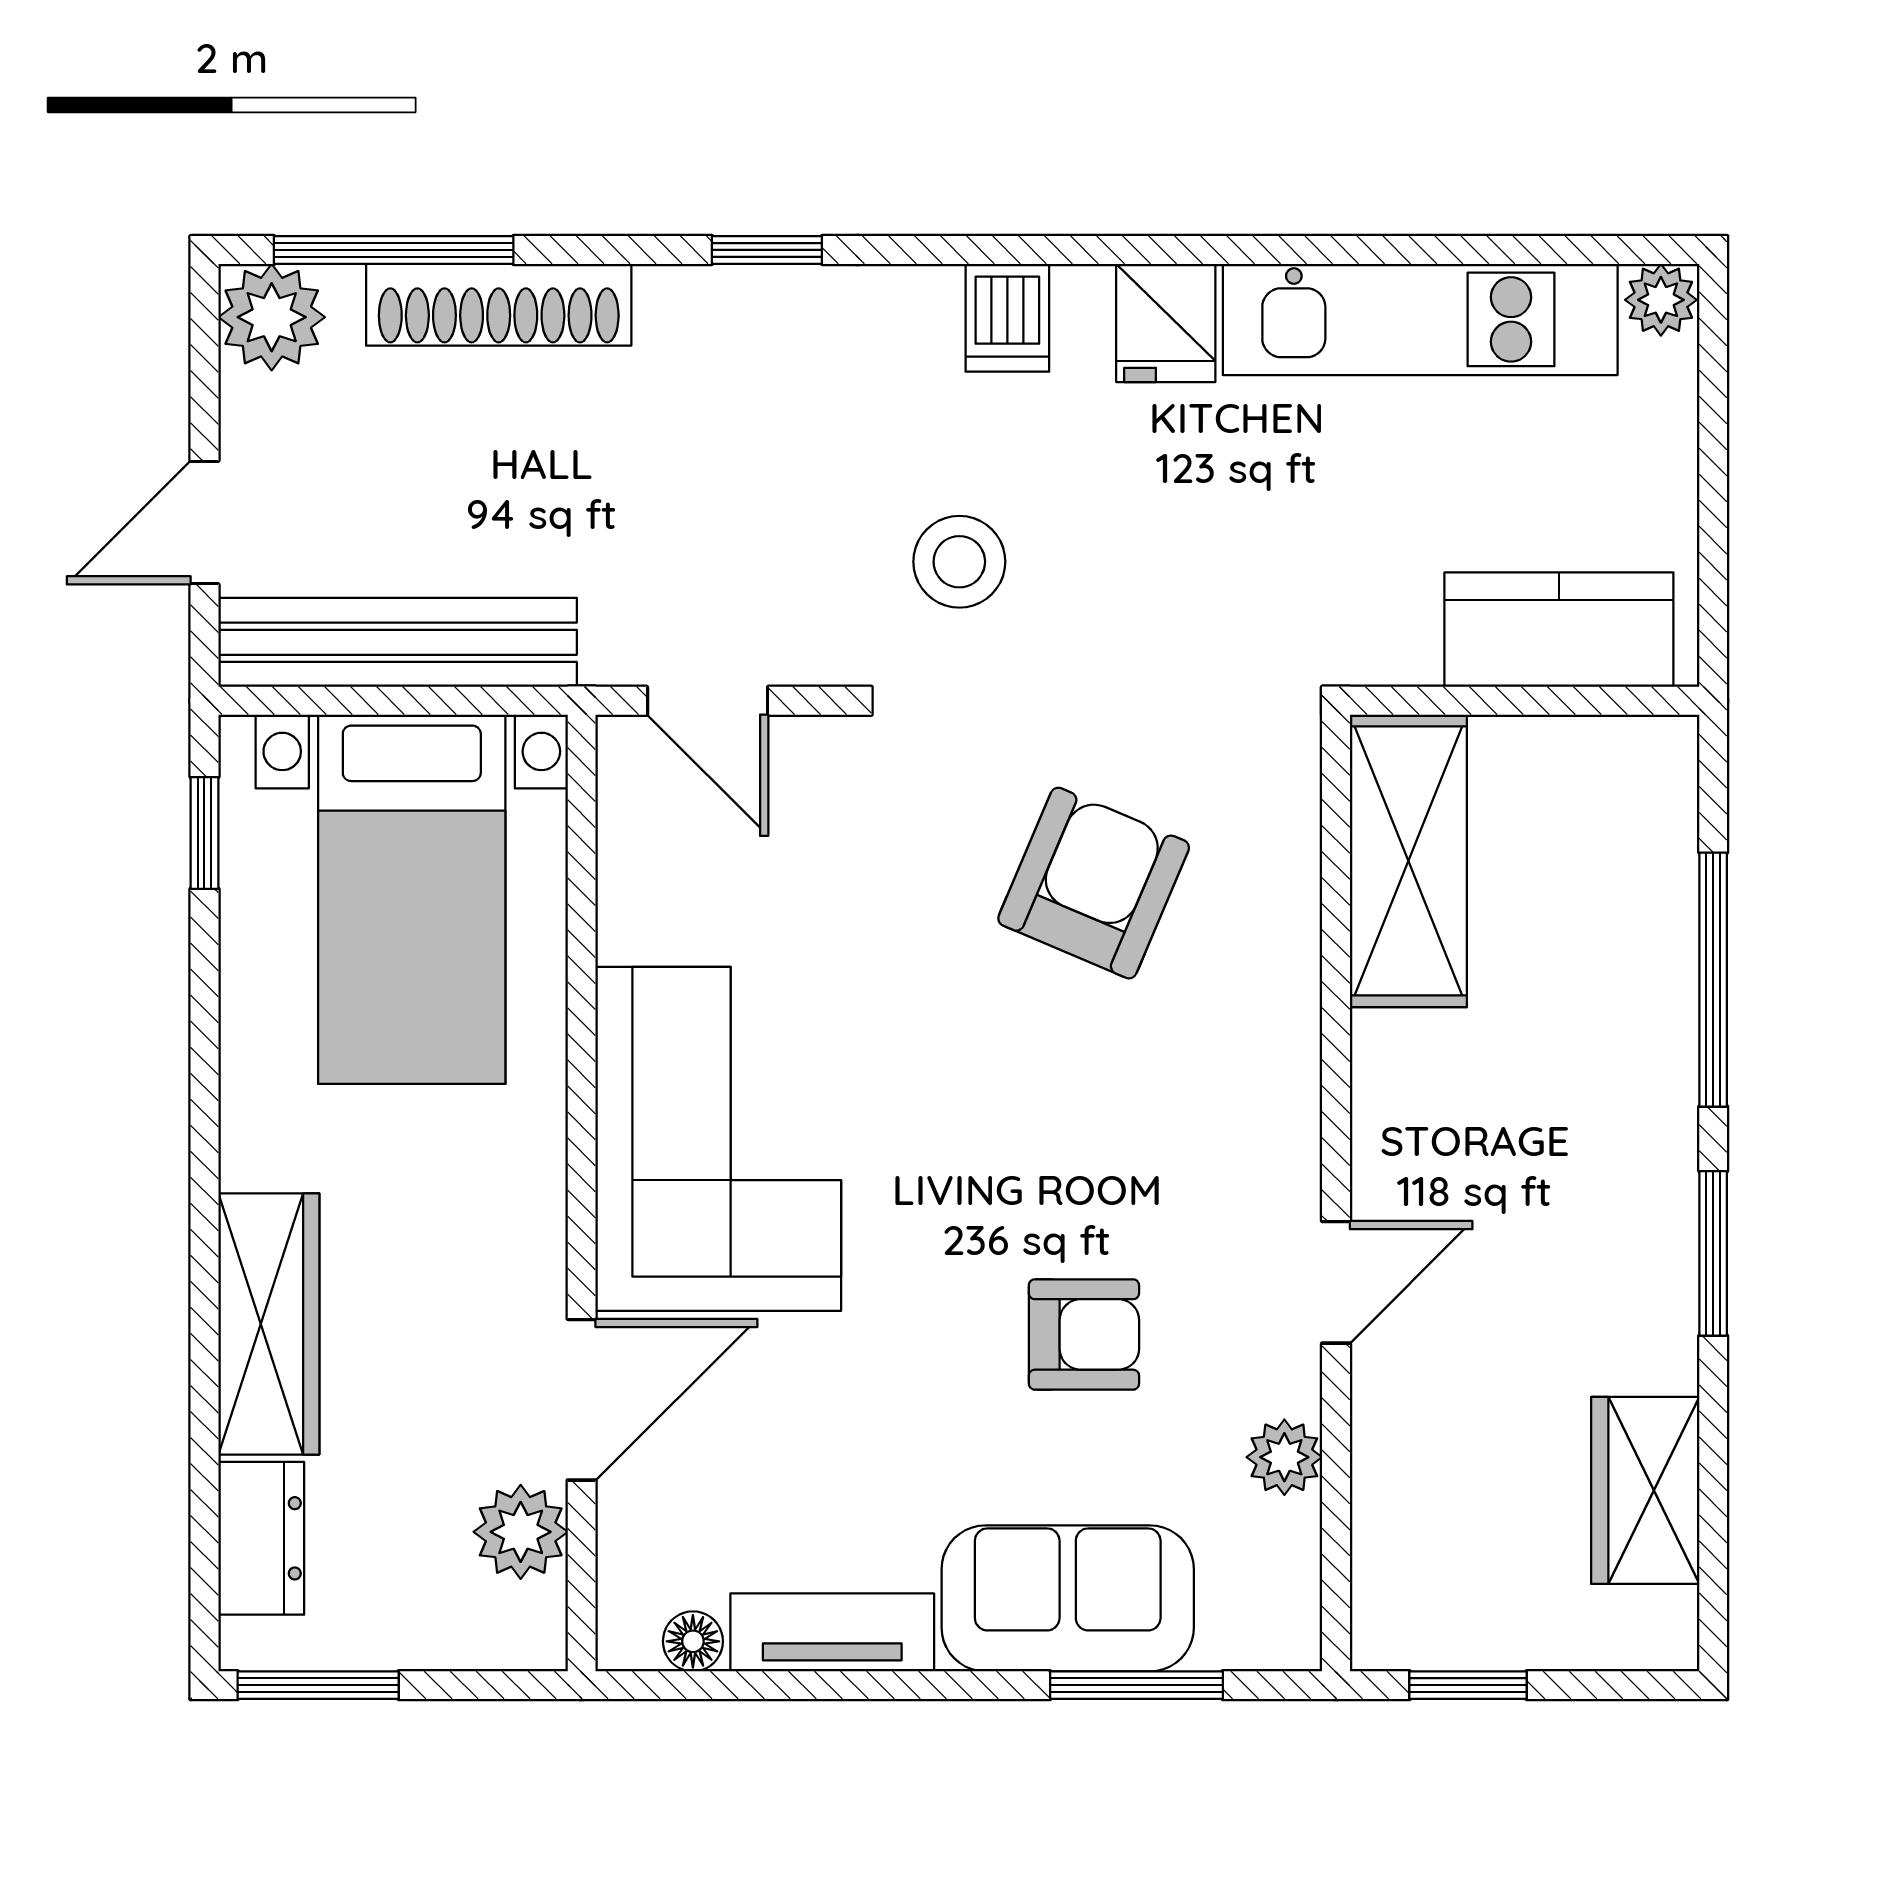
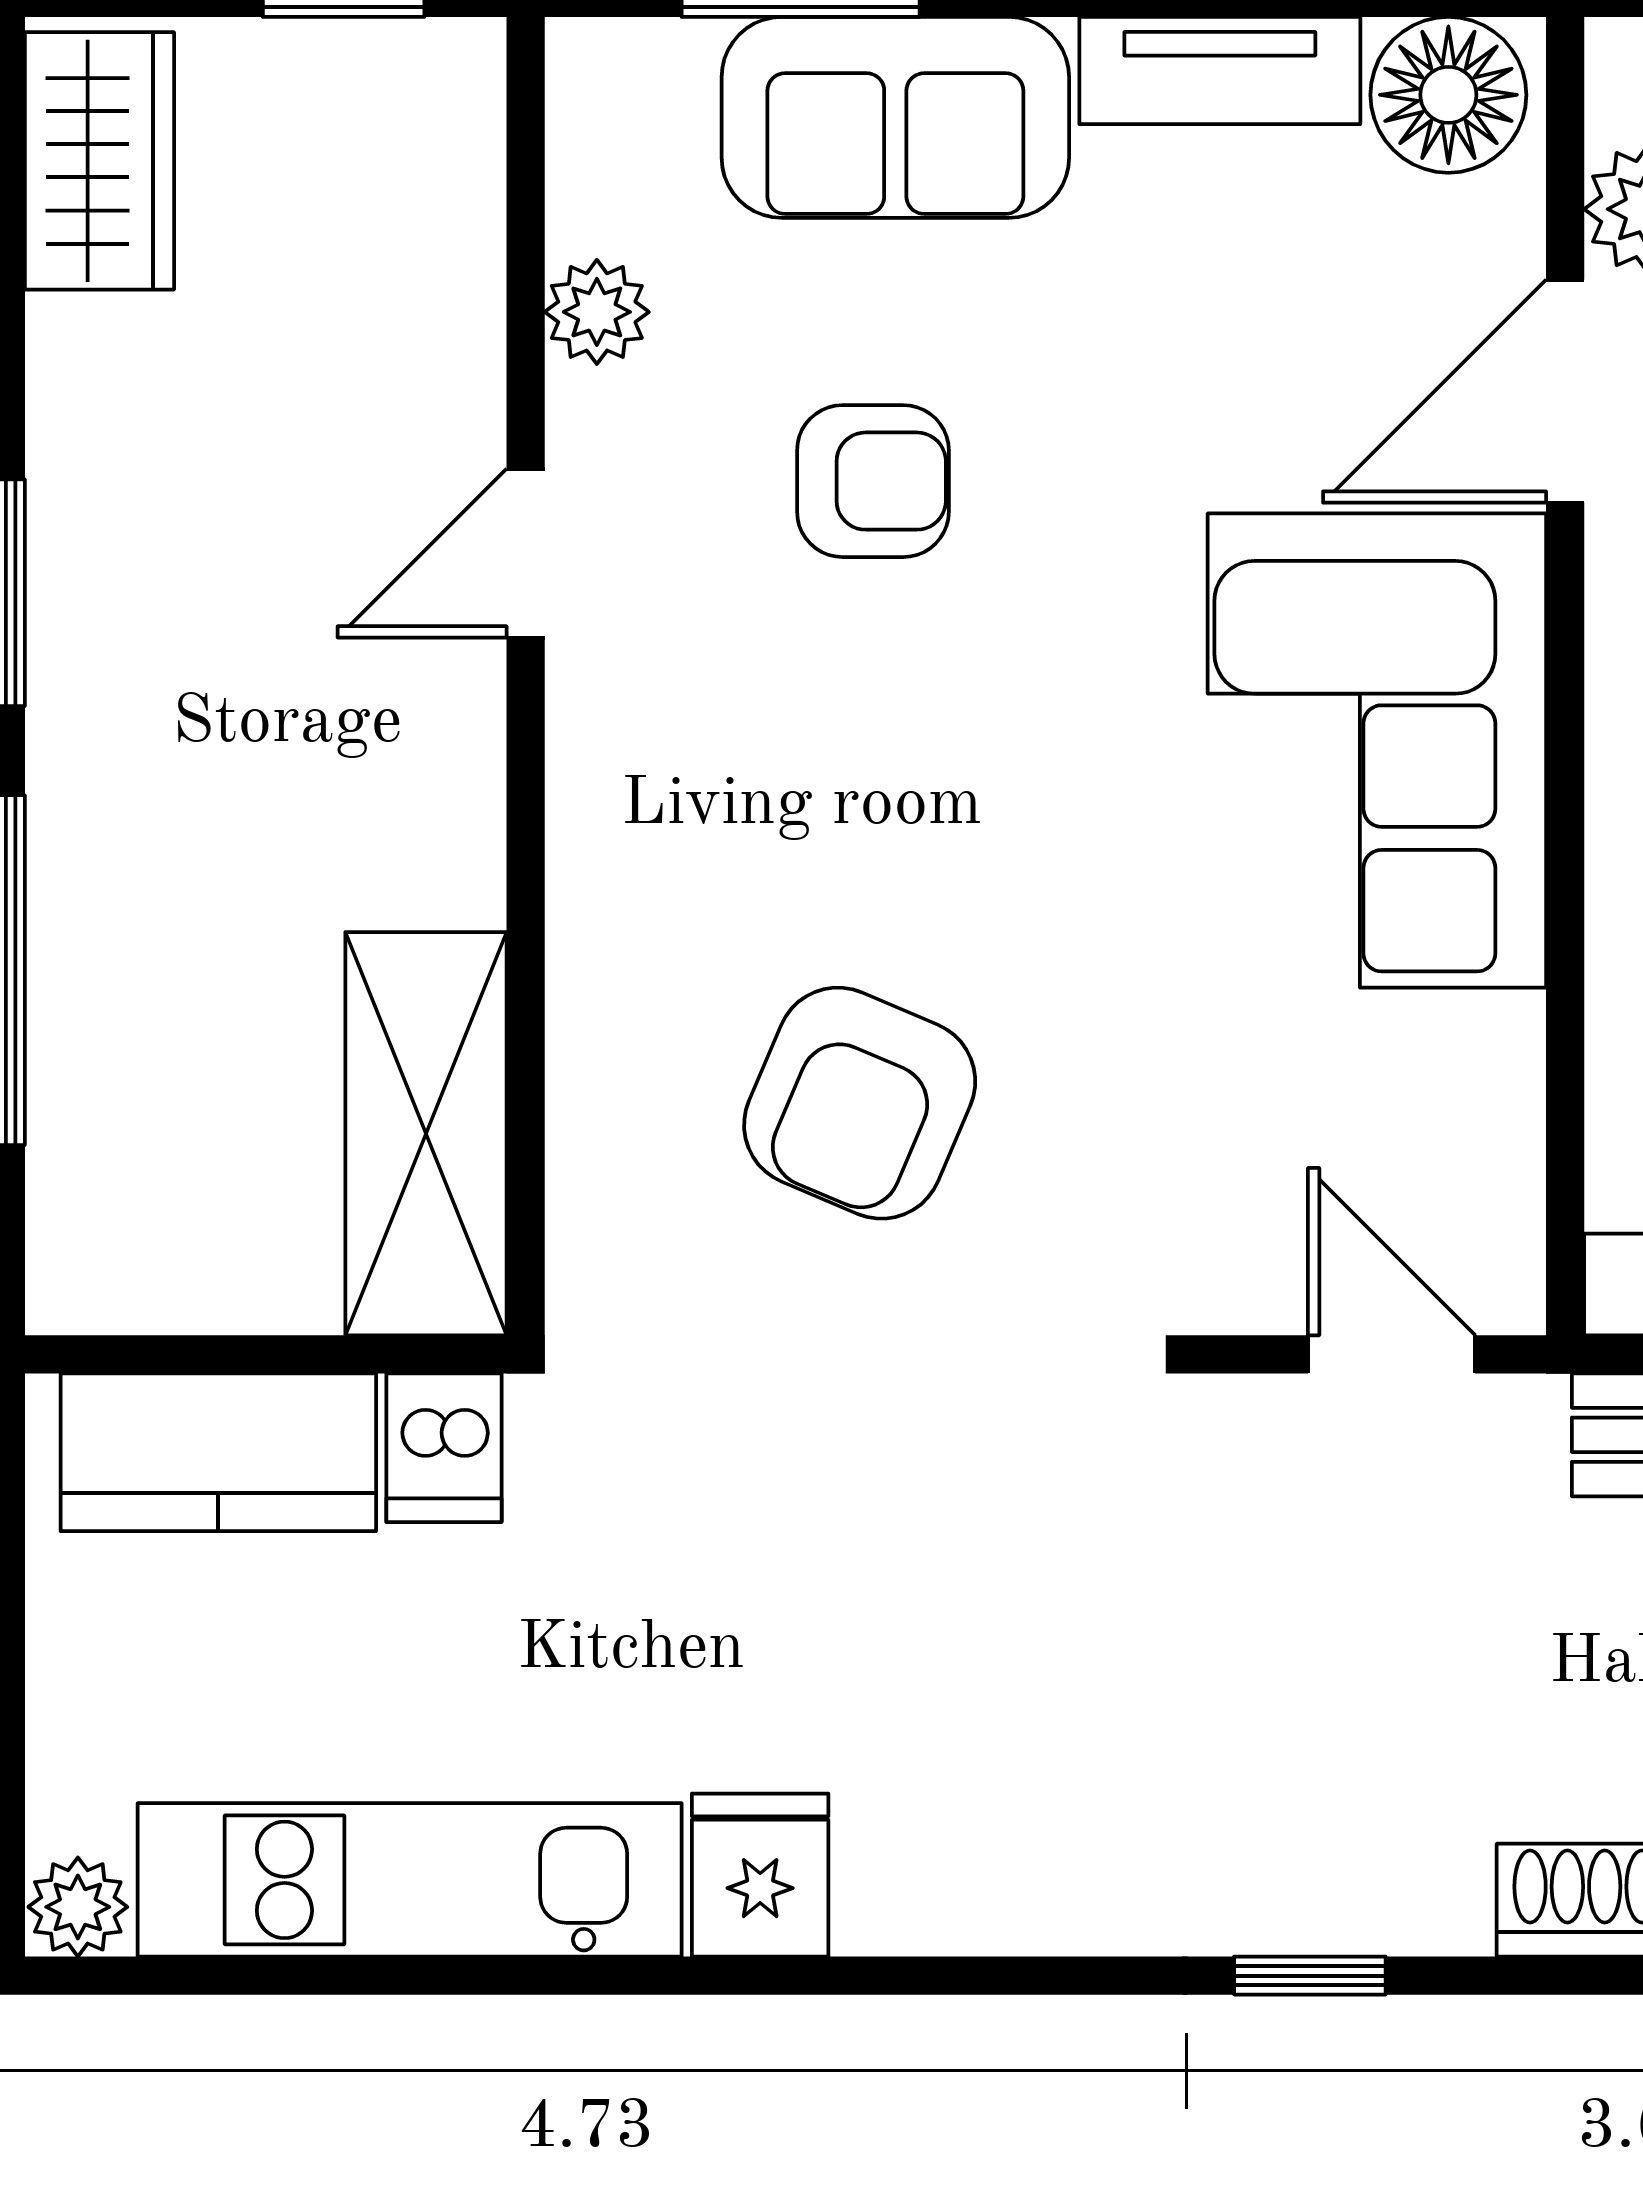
dishwasher: (1007, 318) -> (444, 1448), moved, turned 180
stool: (959, 562) -> (1045, 1546), removed
armchair: (1084, 1334) -> (873, 481), turned 180
wardrobe: (1645, 1490) -> (99, 161), moved
floor lamp: (693, 1641) -> (1448, 95), width x1.89, depth x1.89

